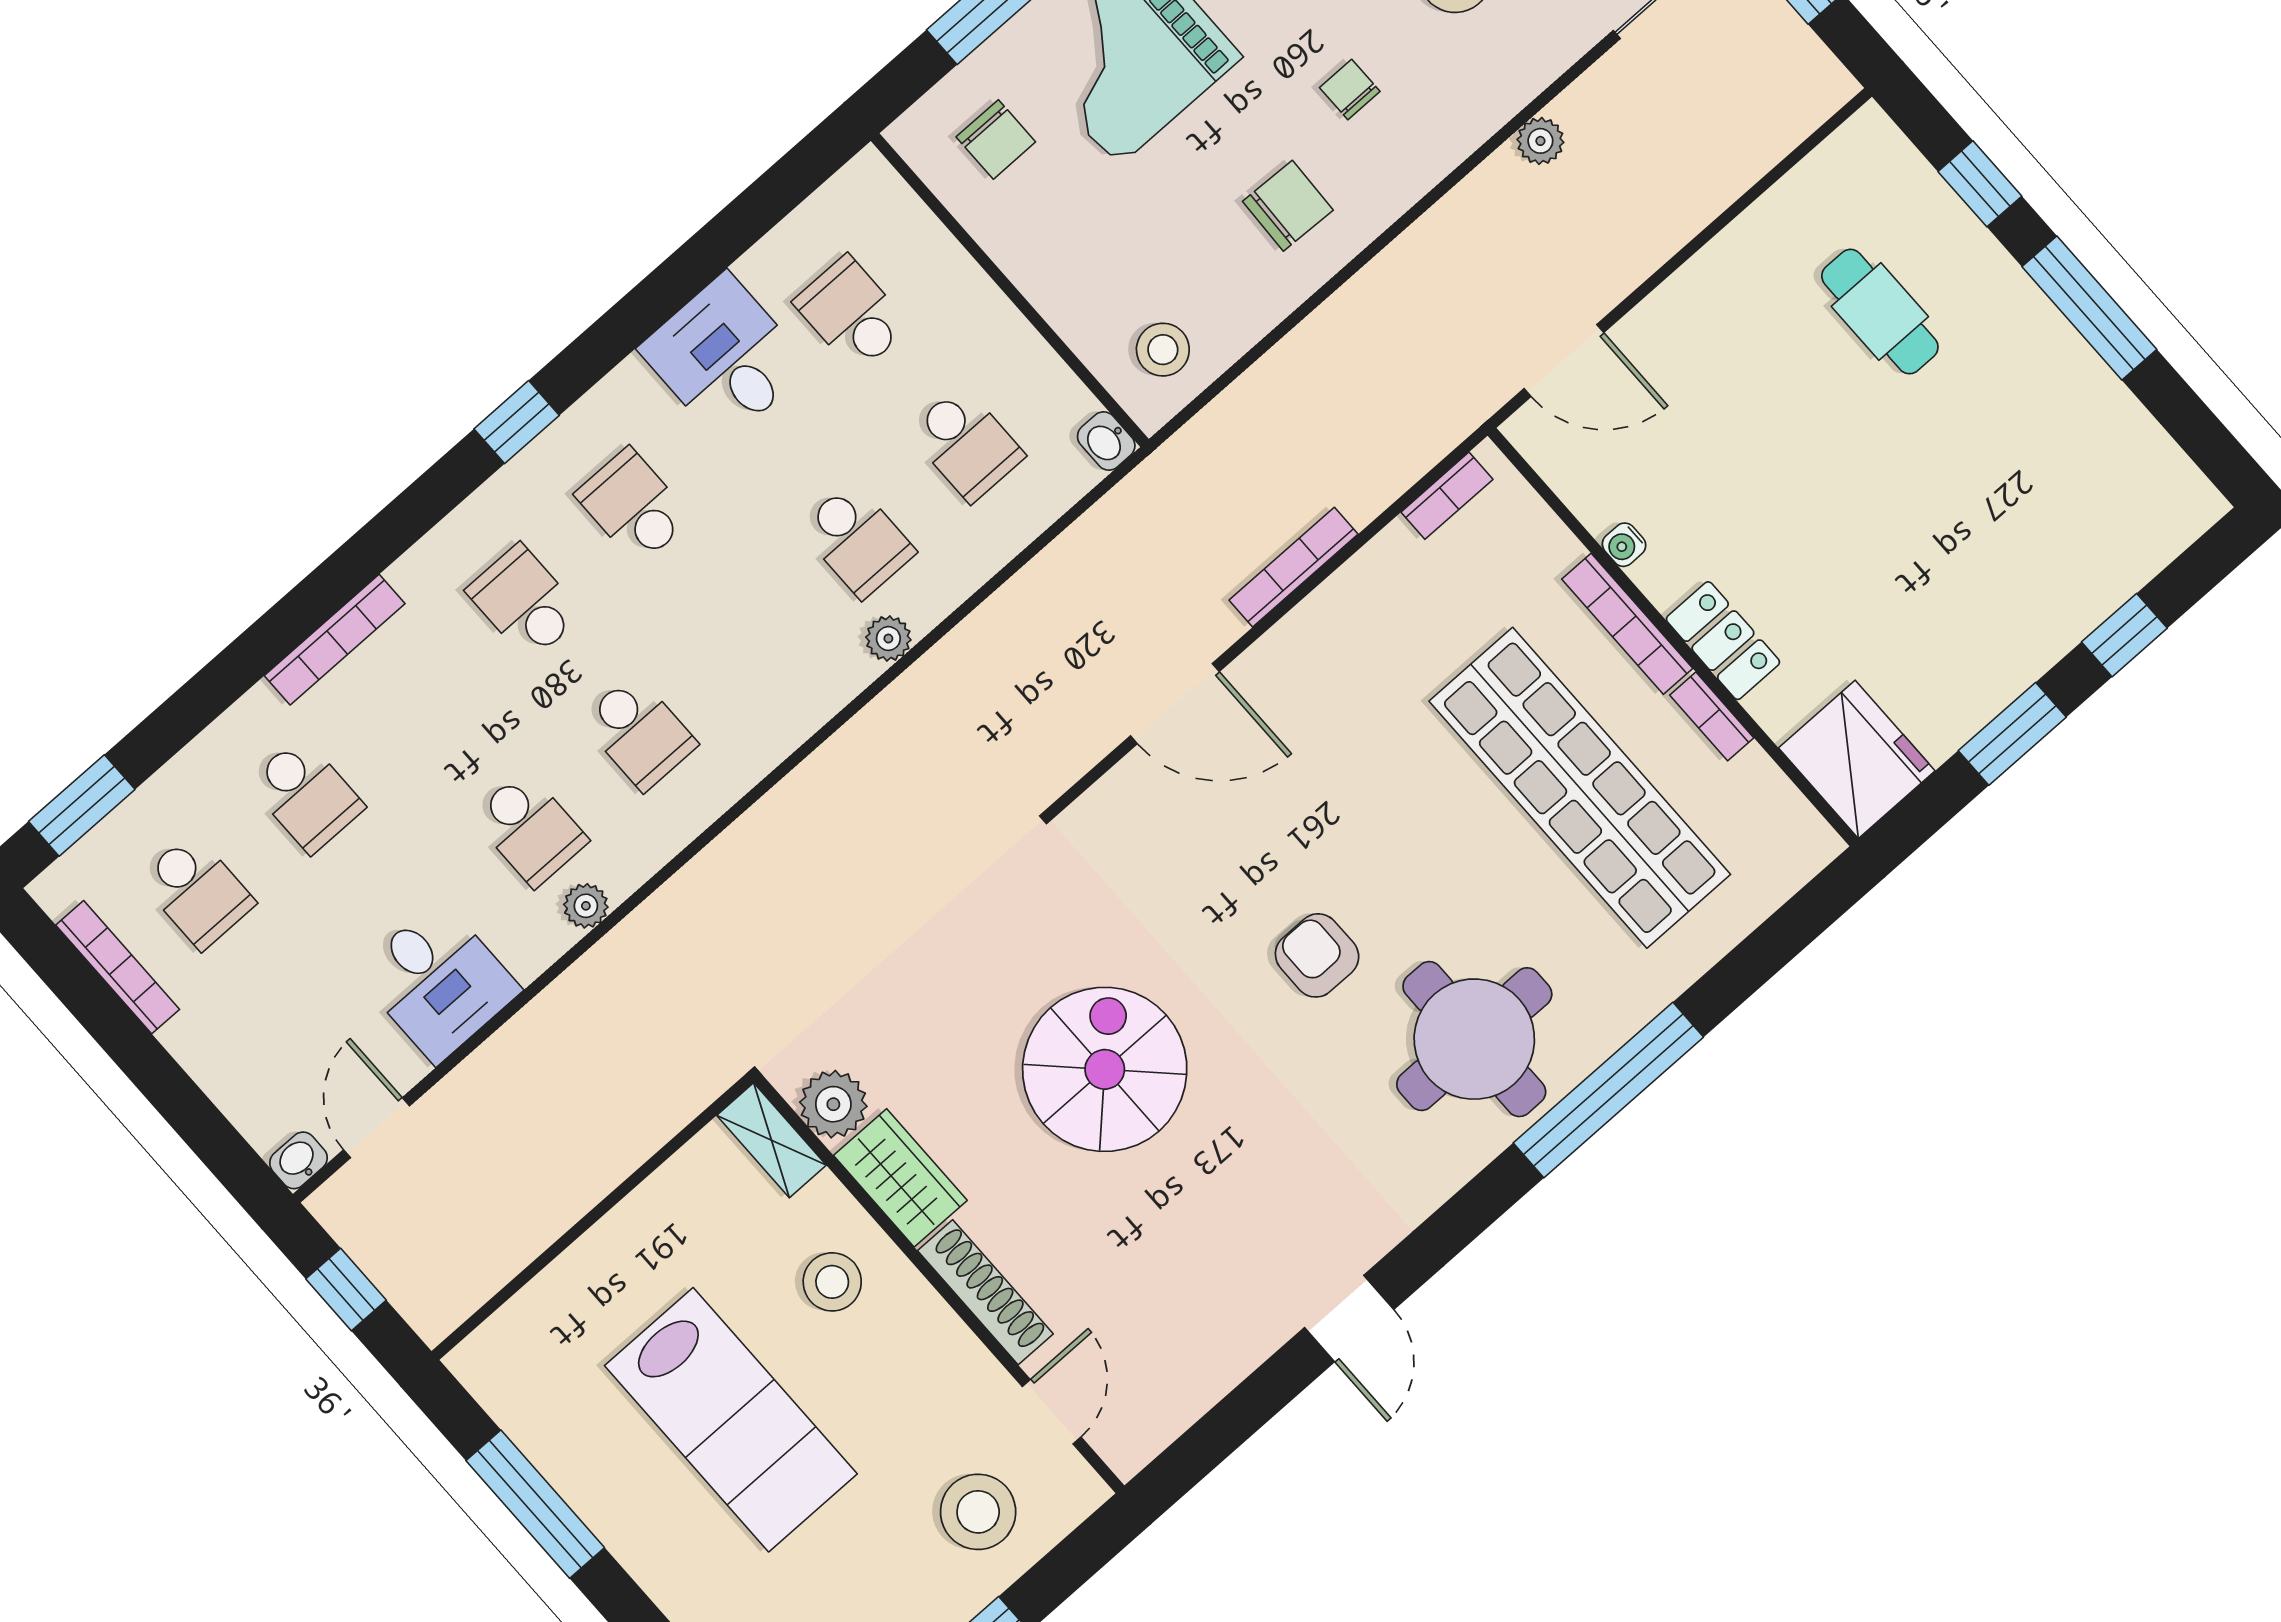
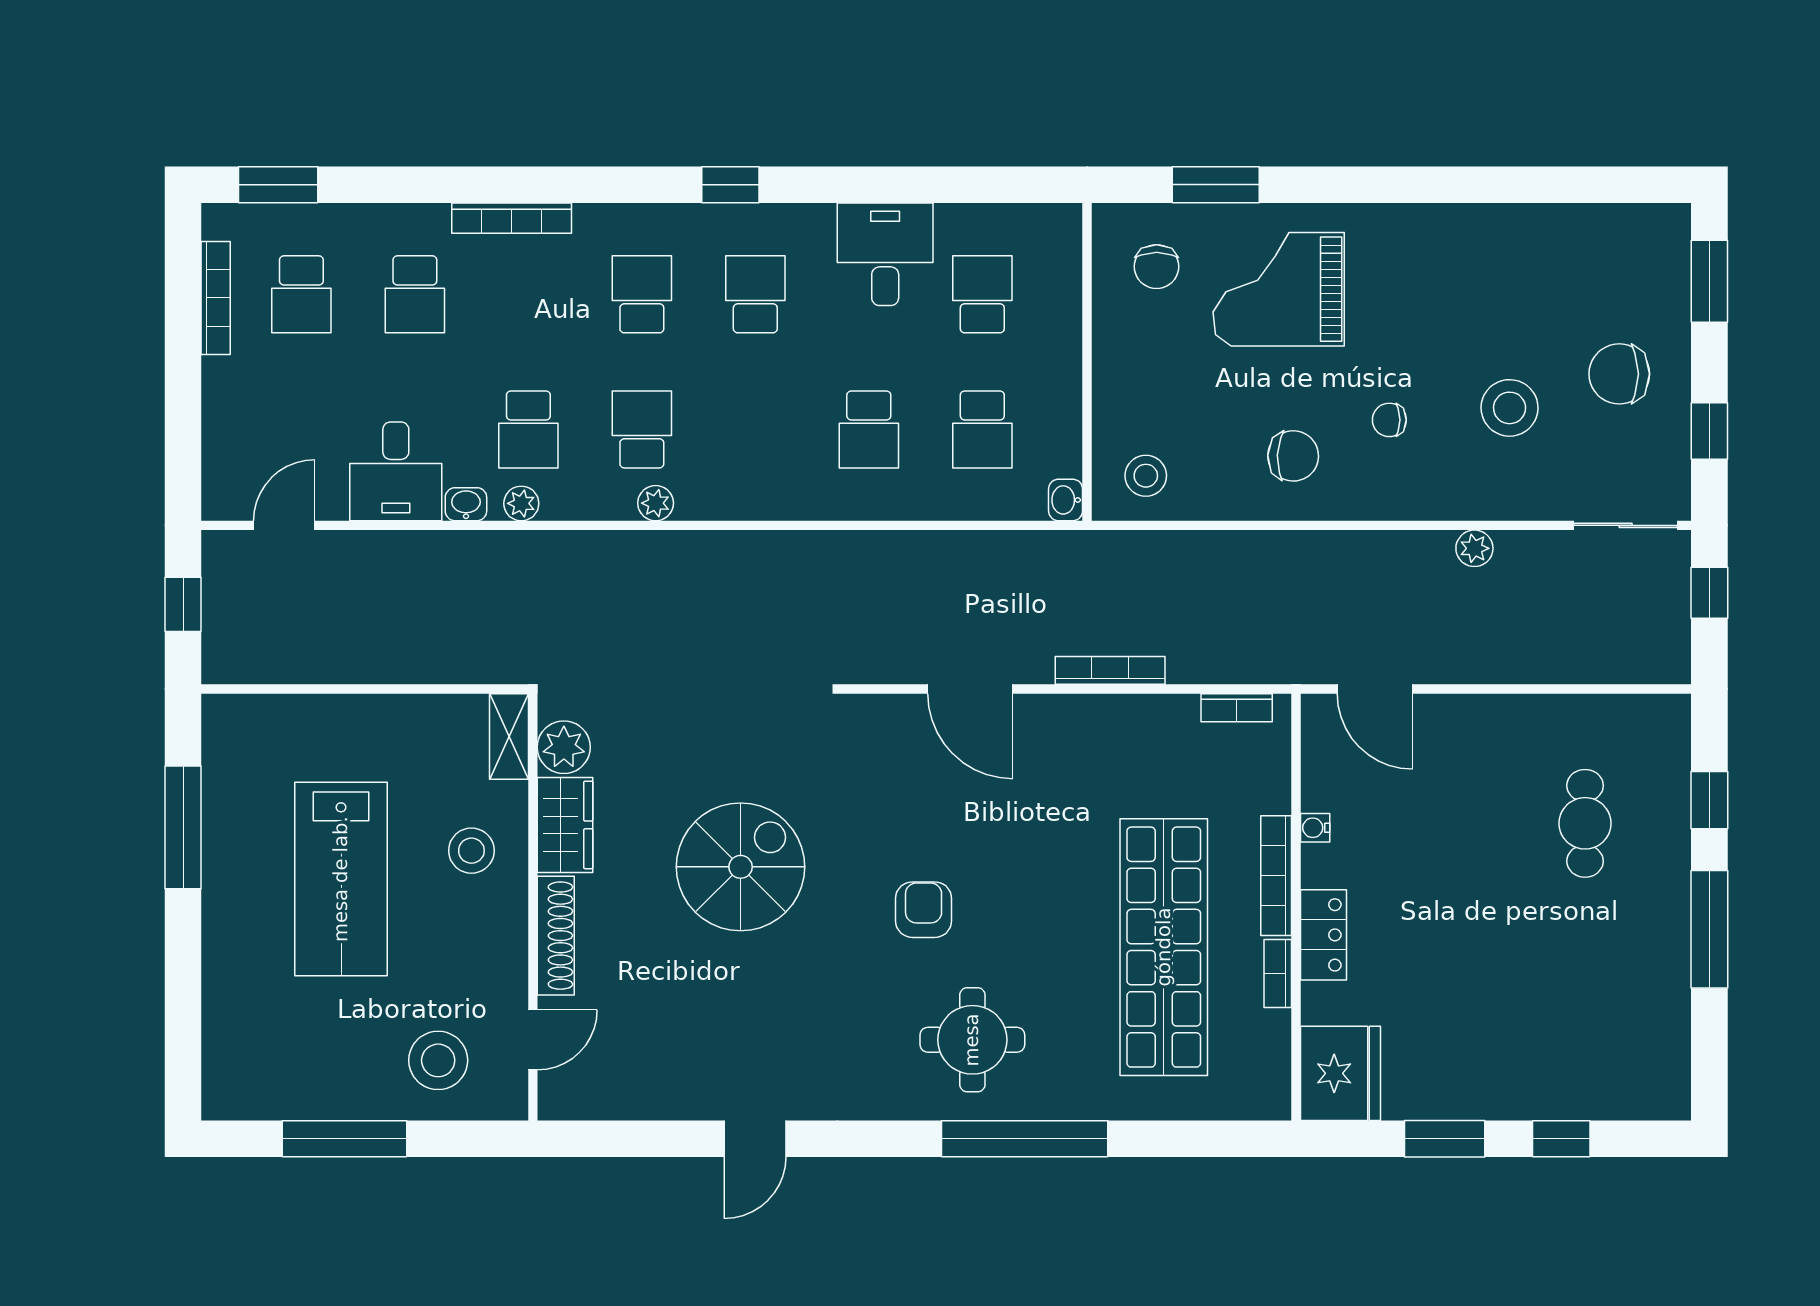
chair: (1350, 90) -> (1389, 420), turned -90
plant: (888, 639) -> (656, 503), moved
school desk: (639, 732) -> (642, 429), turned 180
round table: (1474, 1039) -> (972, 1040), width x0.73, depth x0.73
washbasin: (298, 1160) -> (466, 504), moved

